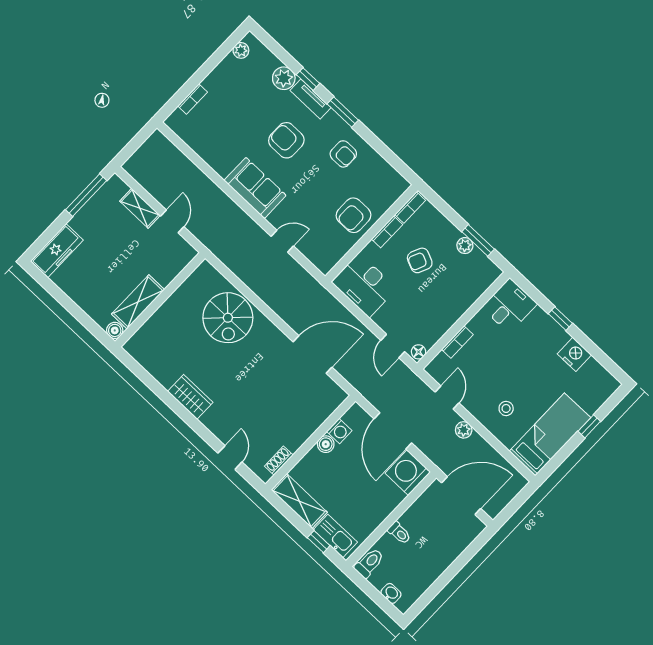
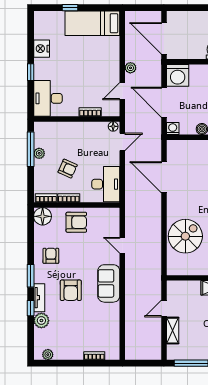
floor lamp: (394, 185) -> (43, 216), added
window: (478, 240) -> (31, 149), width x1.44
desk: (509, 306) -> (48, 98), width x1.37
stool: (506, 408) -> (100, 57), removed
washing machine: (339, 431) -> (173, 129), moved
door: (393, 431) -> (164, 102), swing flipped

